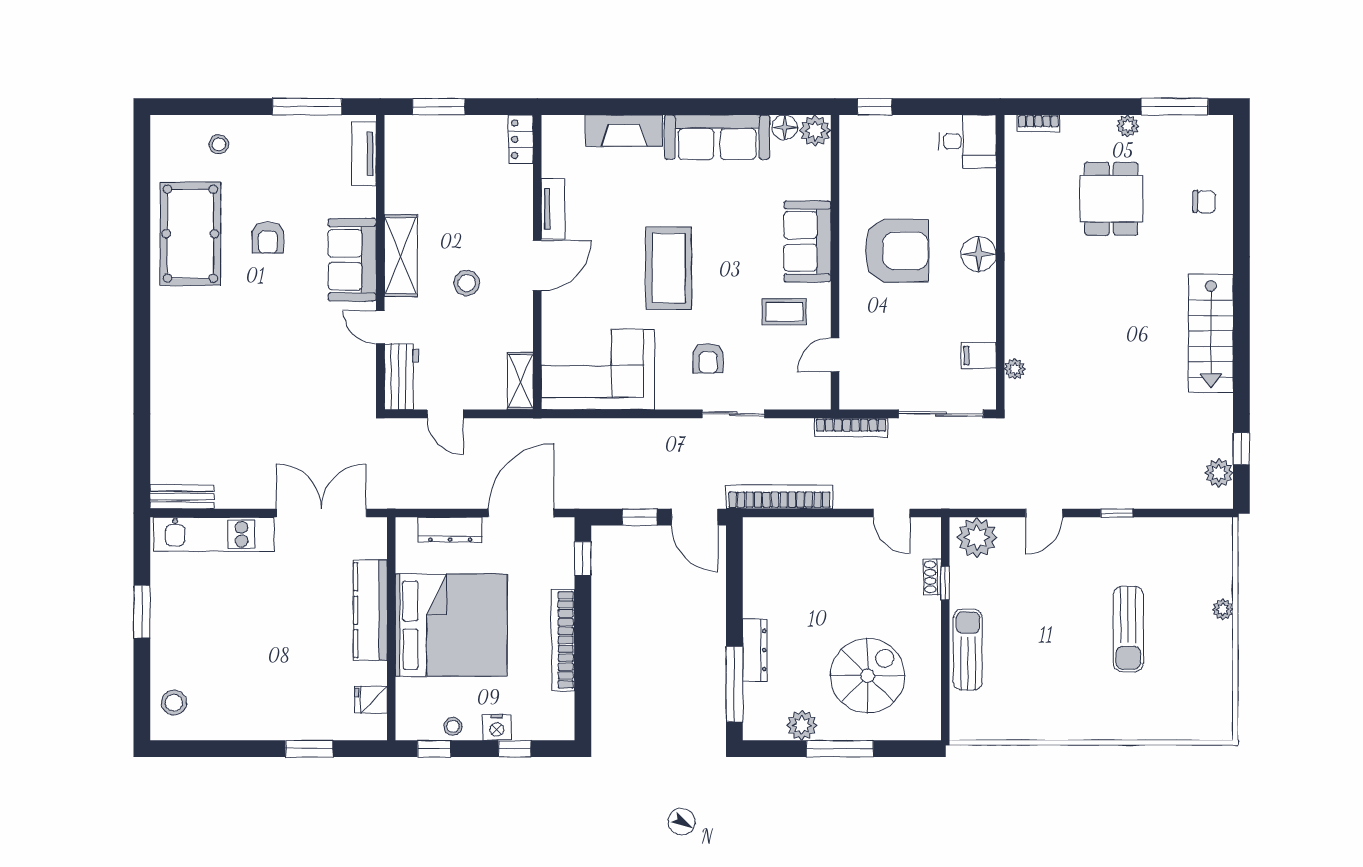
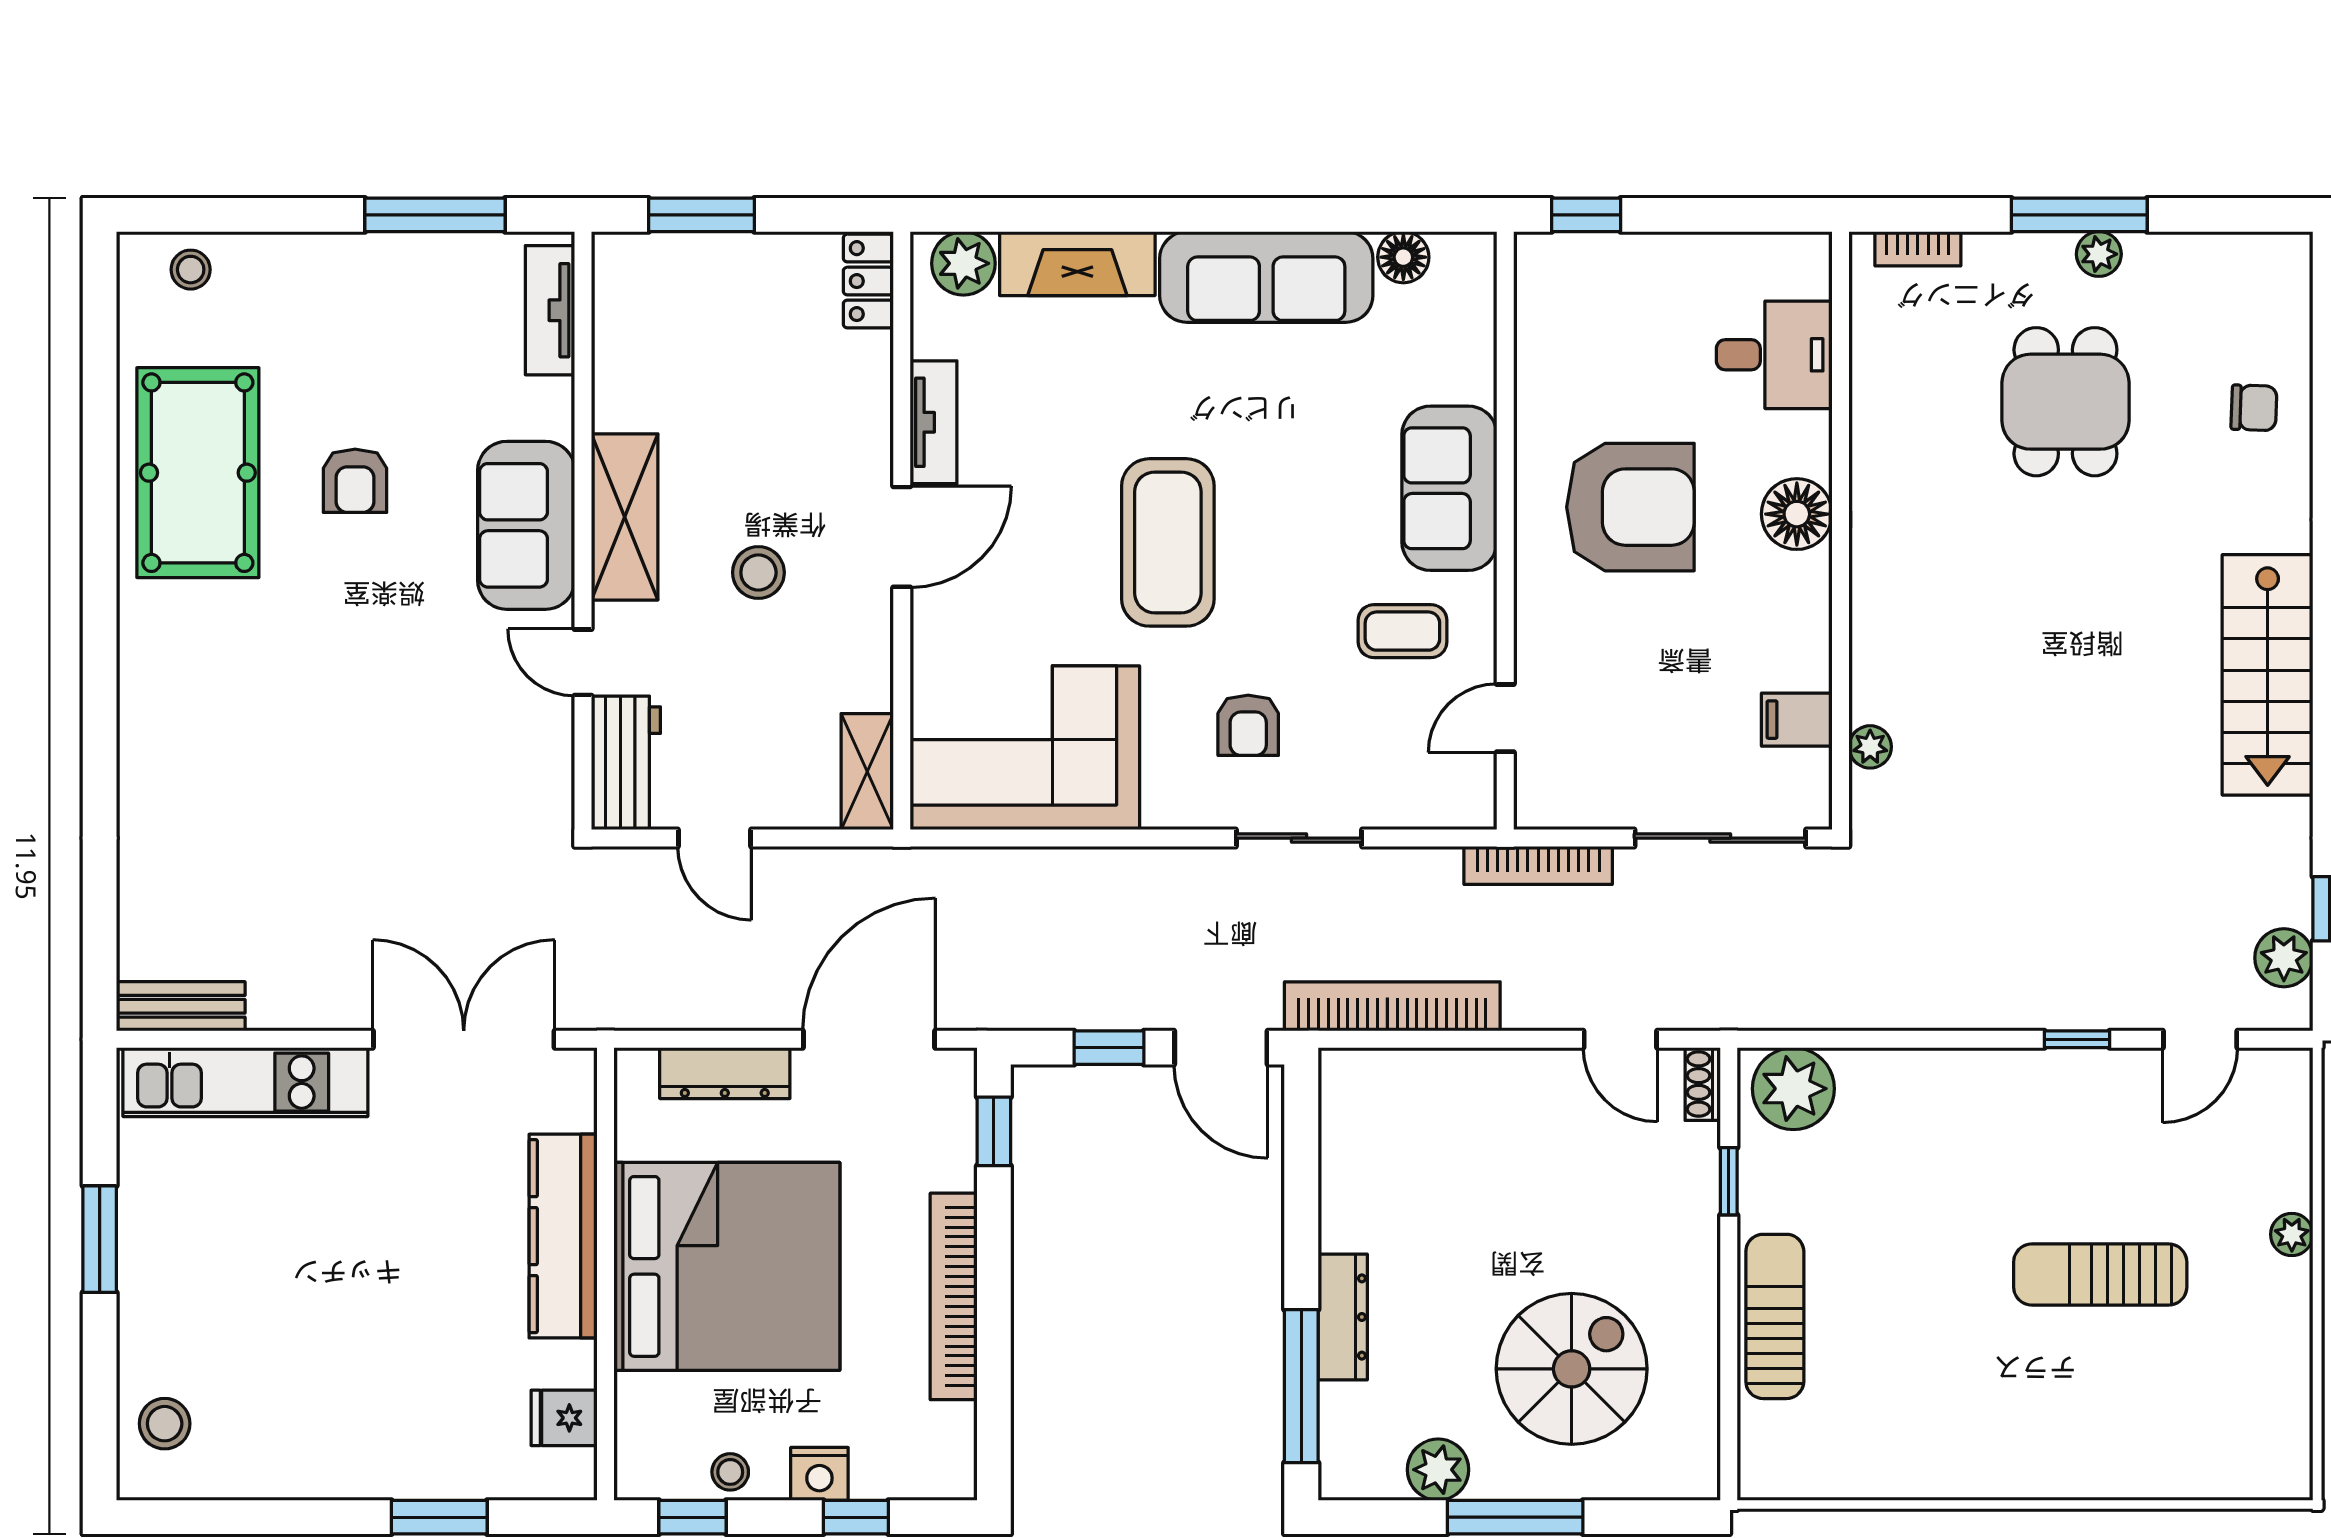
window: (1175, 107) -> (2079, 215), moved
plant: (815, 131) -> (963, 263), moved
desk: (968, 141) -> (1774, 355), moved
stool: (219, 144) -> (191, 270), moved
door: (1044, 513) -> (2200, 1039), moved
shoe rack: (932, 577) -> (1703, 1084), moved
sun lounger: (1128, 629) -> (2100, 1275), turned 90

